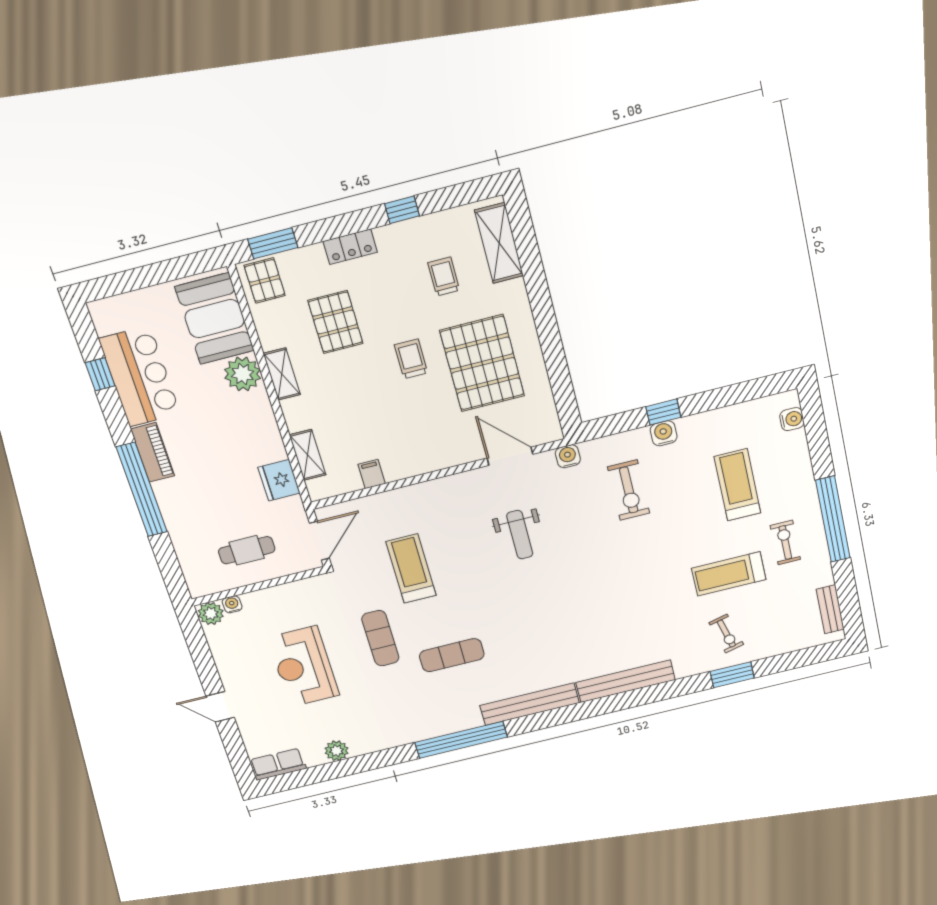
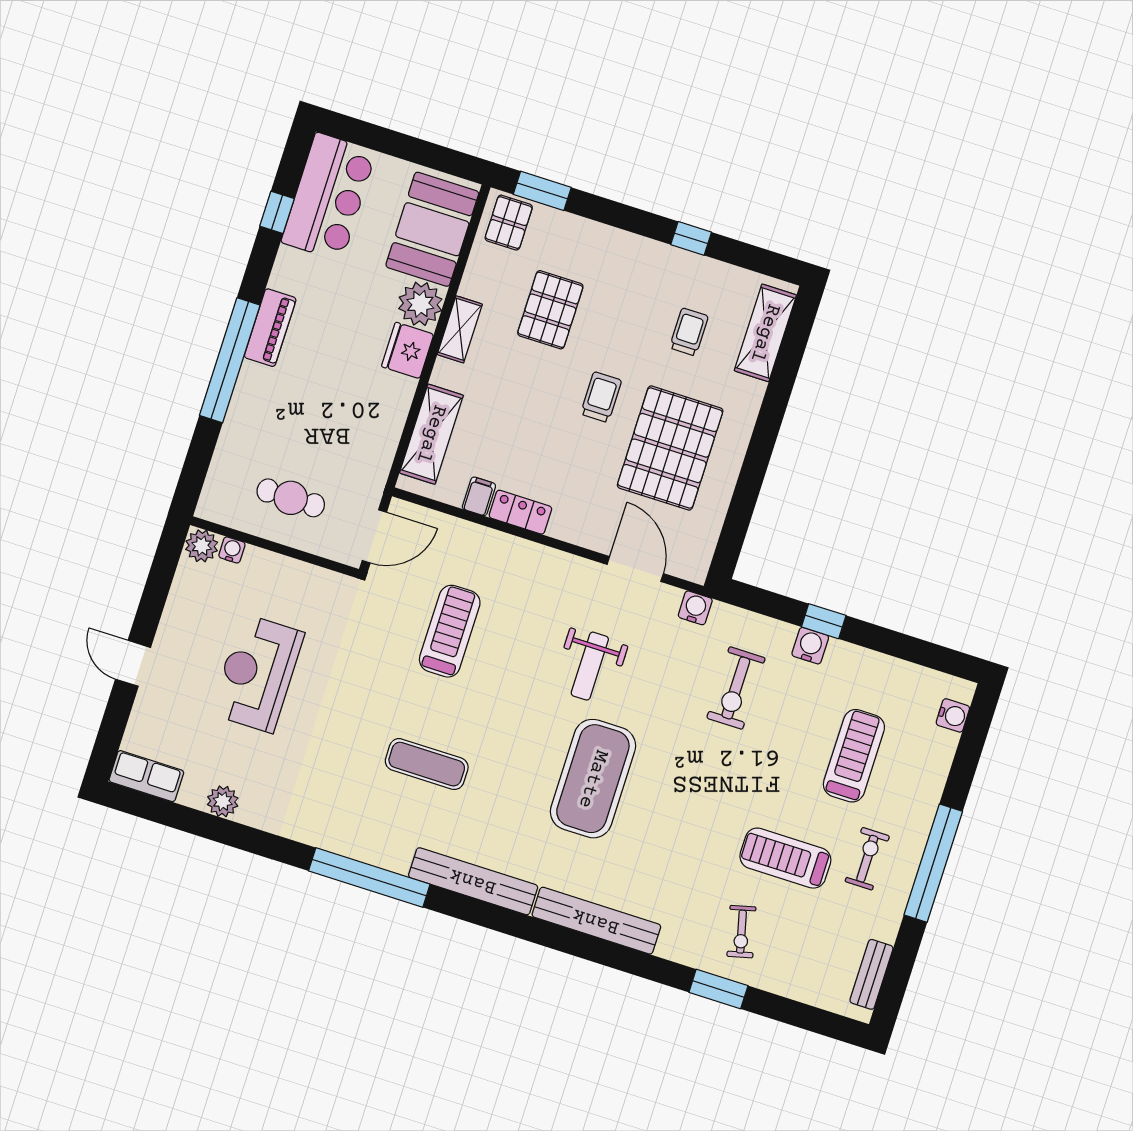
locker: (350, 247) -> (520, 512), moved, turned 180
bar counter: (140, 377) -> (329, 197), moved
shelving: (308, 455) -> (431, 434), width x1.50, depth x1.33
fridge: (279, 480) -> (408, 350), moved
exercise mat: (380, 638) -> (593, 779), moved, width x2.00, depth x1.45

